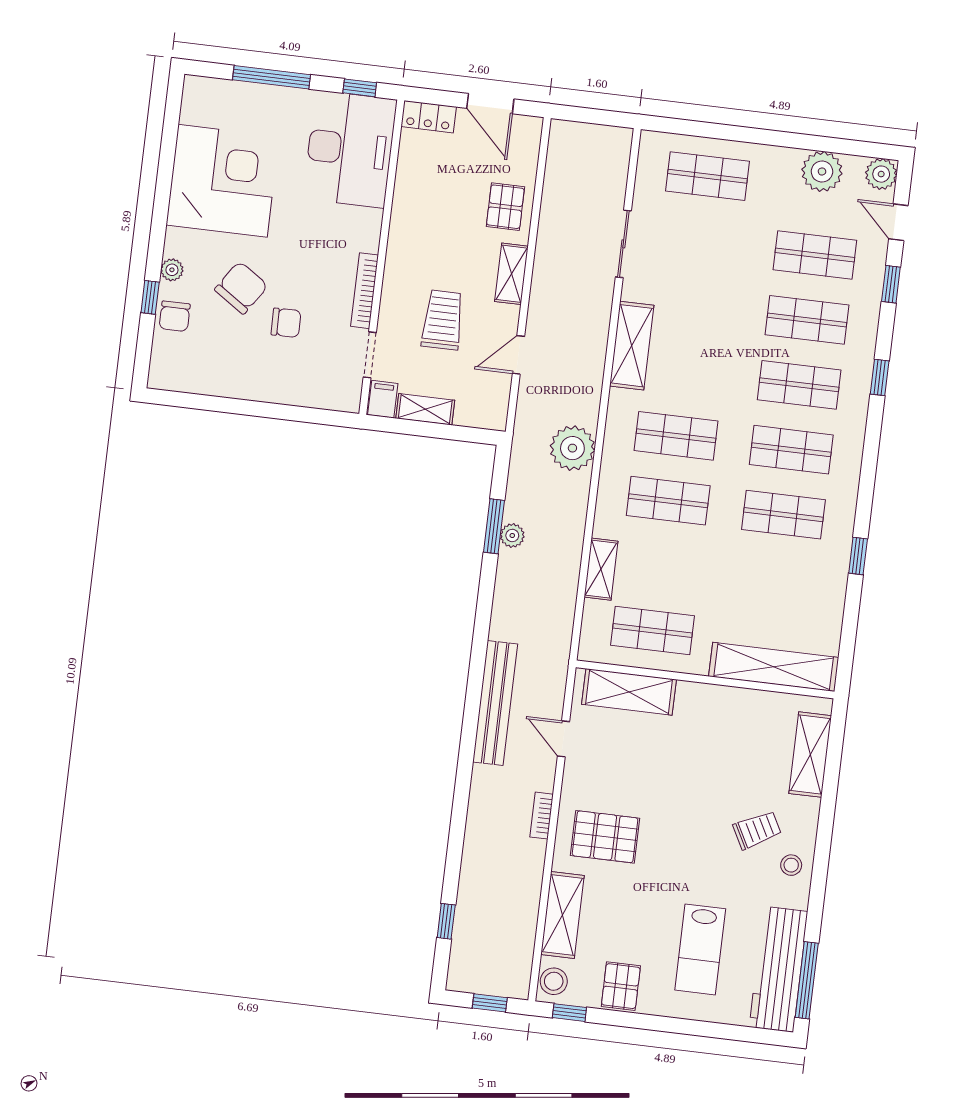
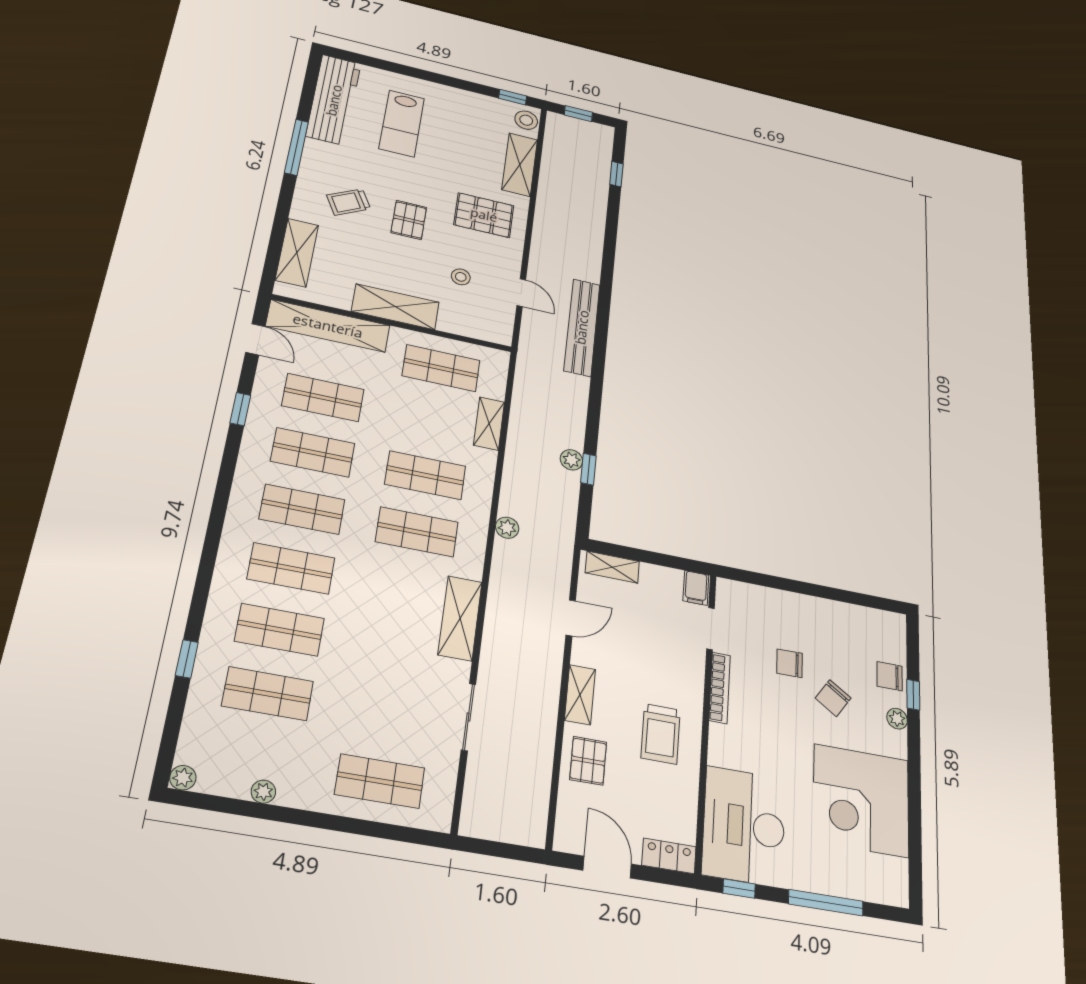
plant: (822, 171) -> (263, 792), width x0.53, depth x0.53
plant: (881, 174) -> (183, 778), width x0.73, depth x0.73
door: (898, 222) -> (255, 339), moved
chair: (241, 288) -> (833, 698), width x0.73, depth x0.73
chair: (175, 316) -> (890, 676), turned -90
trolley: (443, 320) -> (661, 734), moved
window: (880, 377) -> (206, 569), removed
shelving: (425, 409) -> (612, 567), moved
plant: (572, 448) -> (507, 528), width x0.53, depth x0.53
window: (494, 526) -> (588, 469), width x0.67
shop shelf: (776, 580) -> (323, 397), added
shelving: (629, 692) -> (395, 307), moved
bookcase: (542, 816) -> (539, 238), removed
stool: (791, 865) -> (461, 277), moved
lab bench: (700, 949) -> (402, 123), turned 180
window: (807, 980) -> (296, 147), moved
pallet: (621, 986) -> (409, 220), moved

